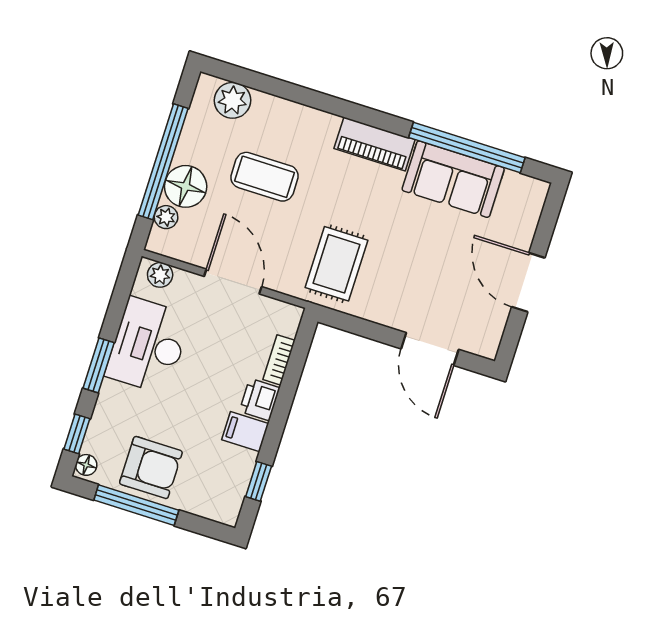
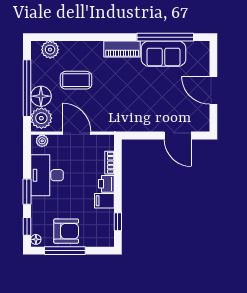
plant: (166, 217) -> (41, 118), width x1.87, depth x1.87
rug: (337, 264) -> (122, 110), removed

